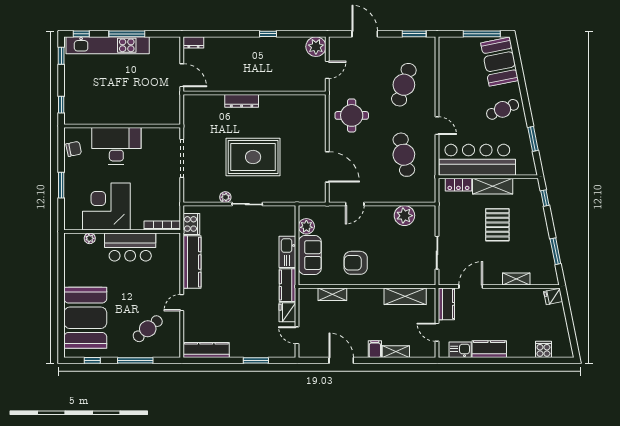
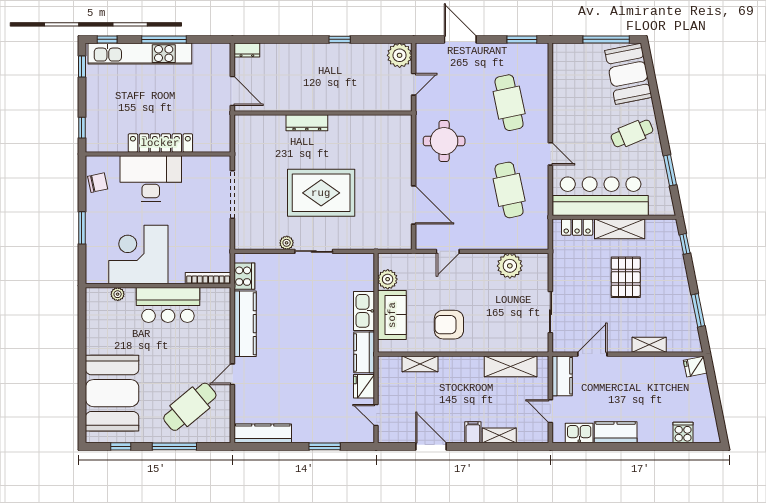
cafe table: (404, 85) -> (509, 103), turned -30
locker: (124, 117) -> (160, 143), added
cafe table: (148, 329) -> (190, 407), width x1.37, depth x1.35

